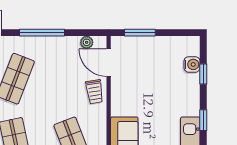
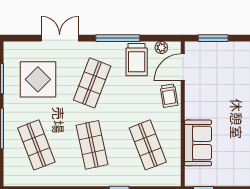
trolley: (61, 55) -> (137, 60), added
door: (109, 63) -> (183, 67), hinge flipped

